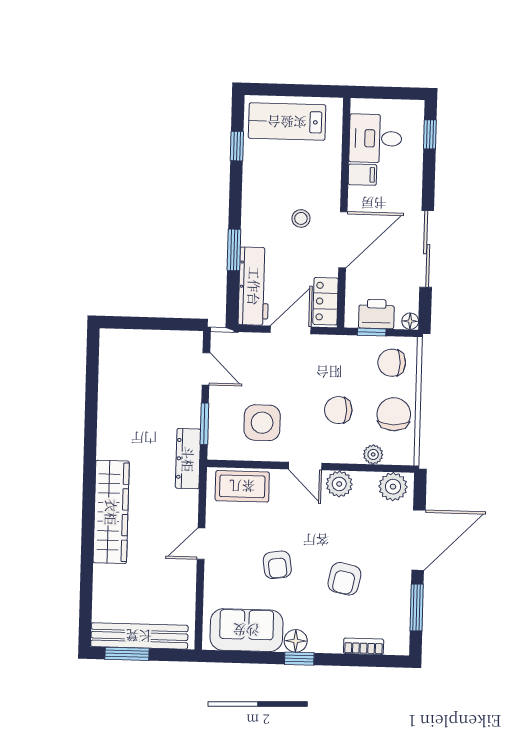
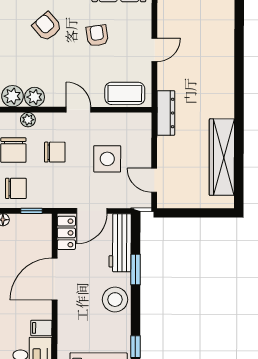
stool: (301, 218) -> (115, 300), moved, width x1.89, depth x1.89
printer: (376, 314) -> (28, 224), removed
side table: (262, 423) -> (107, 159), moved
window: (204, 424) -> (154, 139), removed
plant: (339, 484) -> (35, 97), moved
wardrobe: (111, 512) -> (222, 157), moved
armchair: (344, 579) -> (47, 26), turned -53

